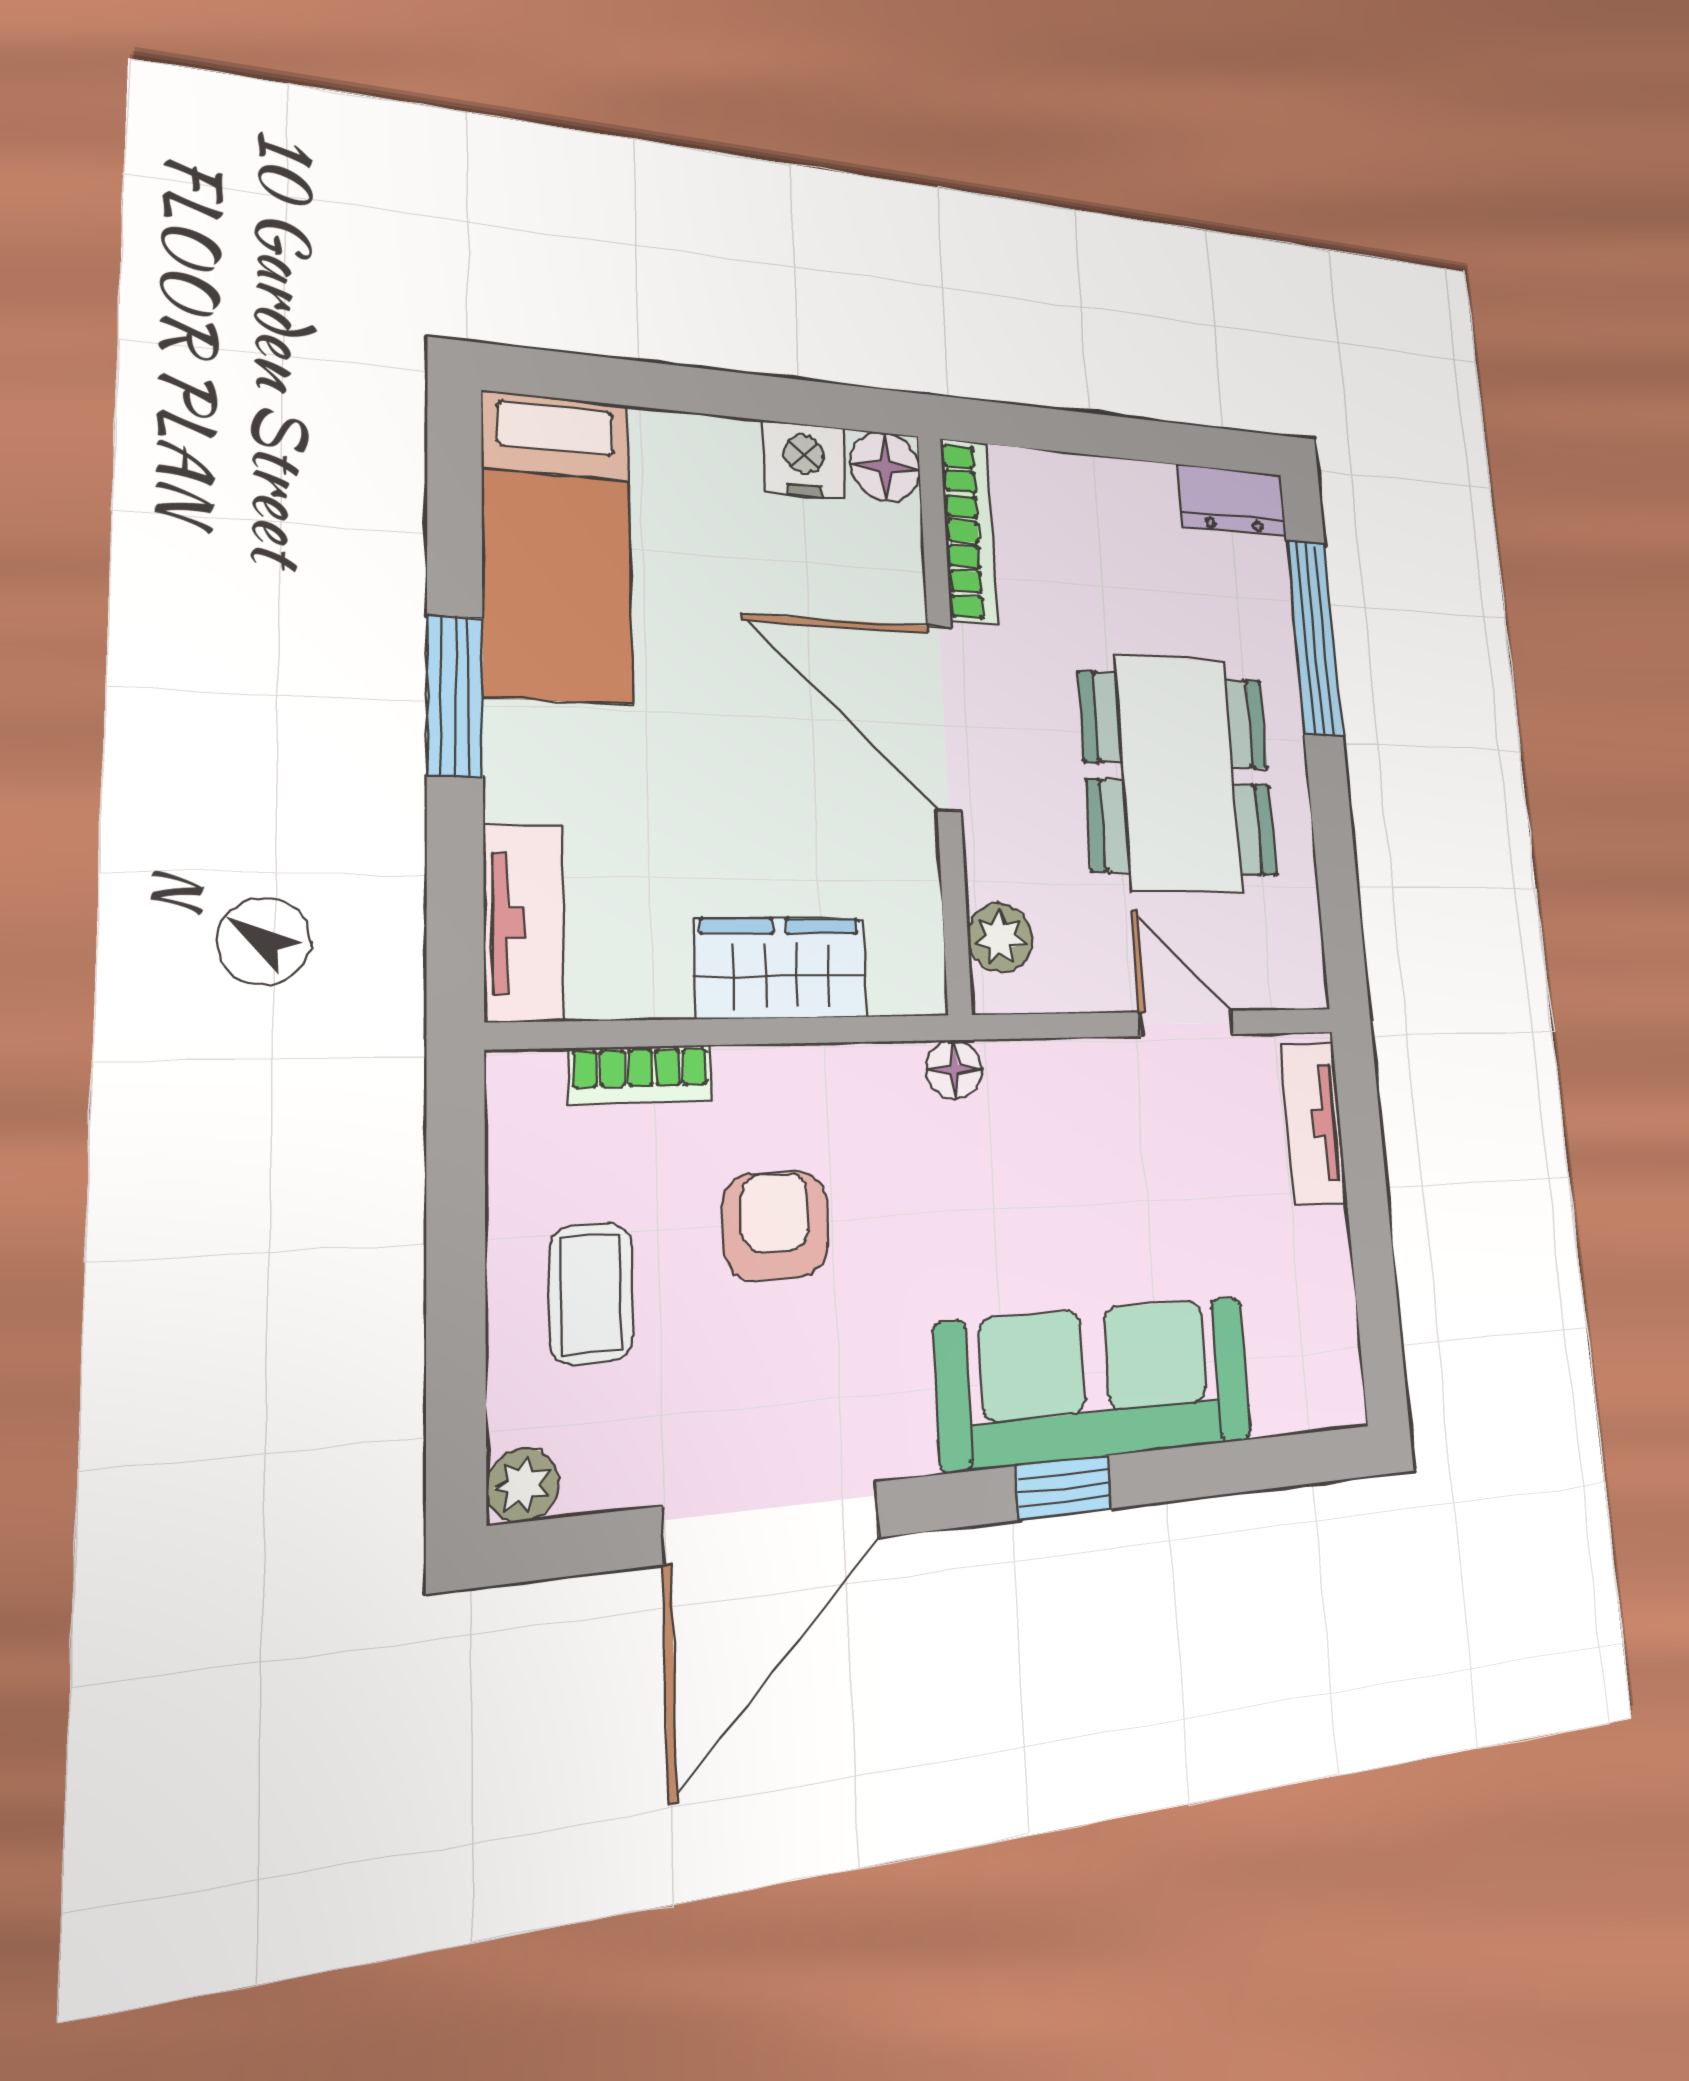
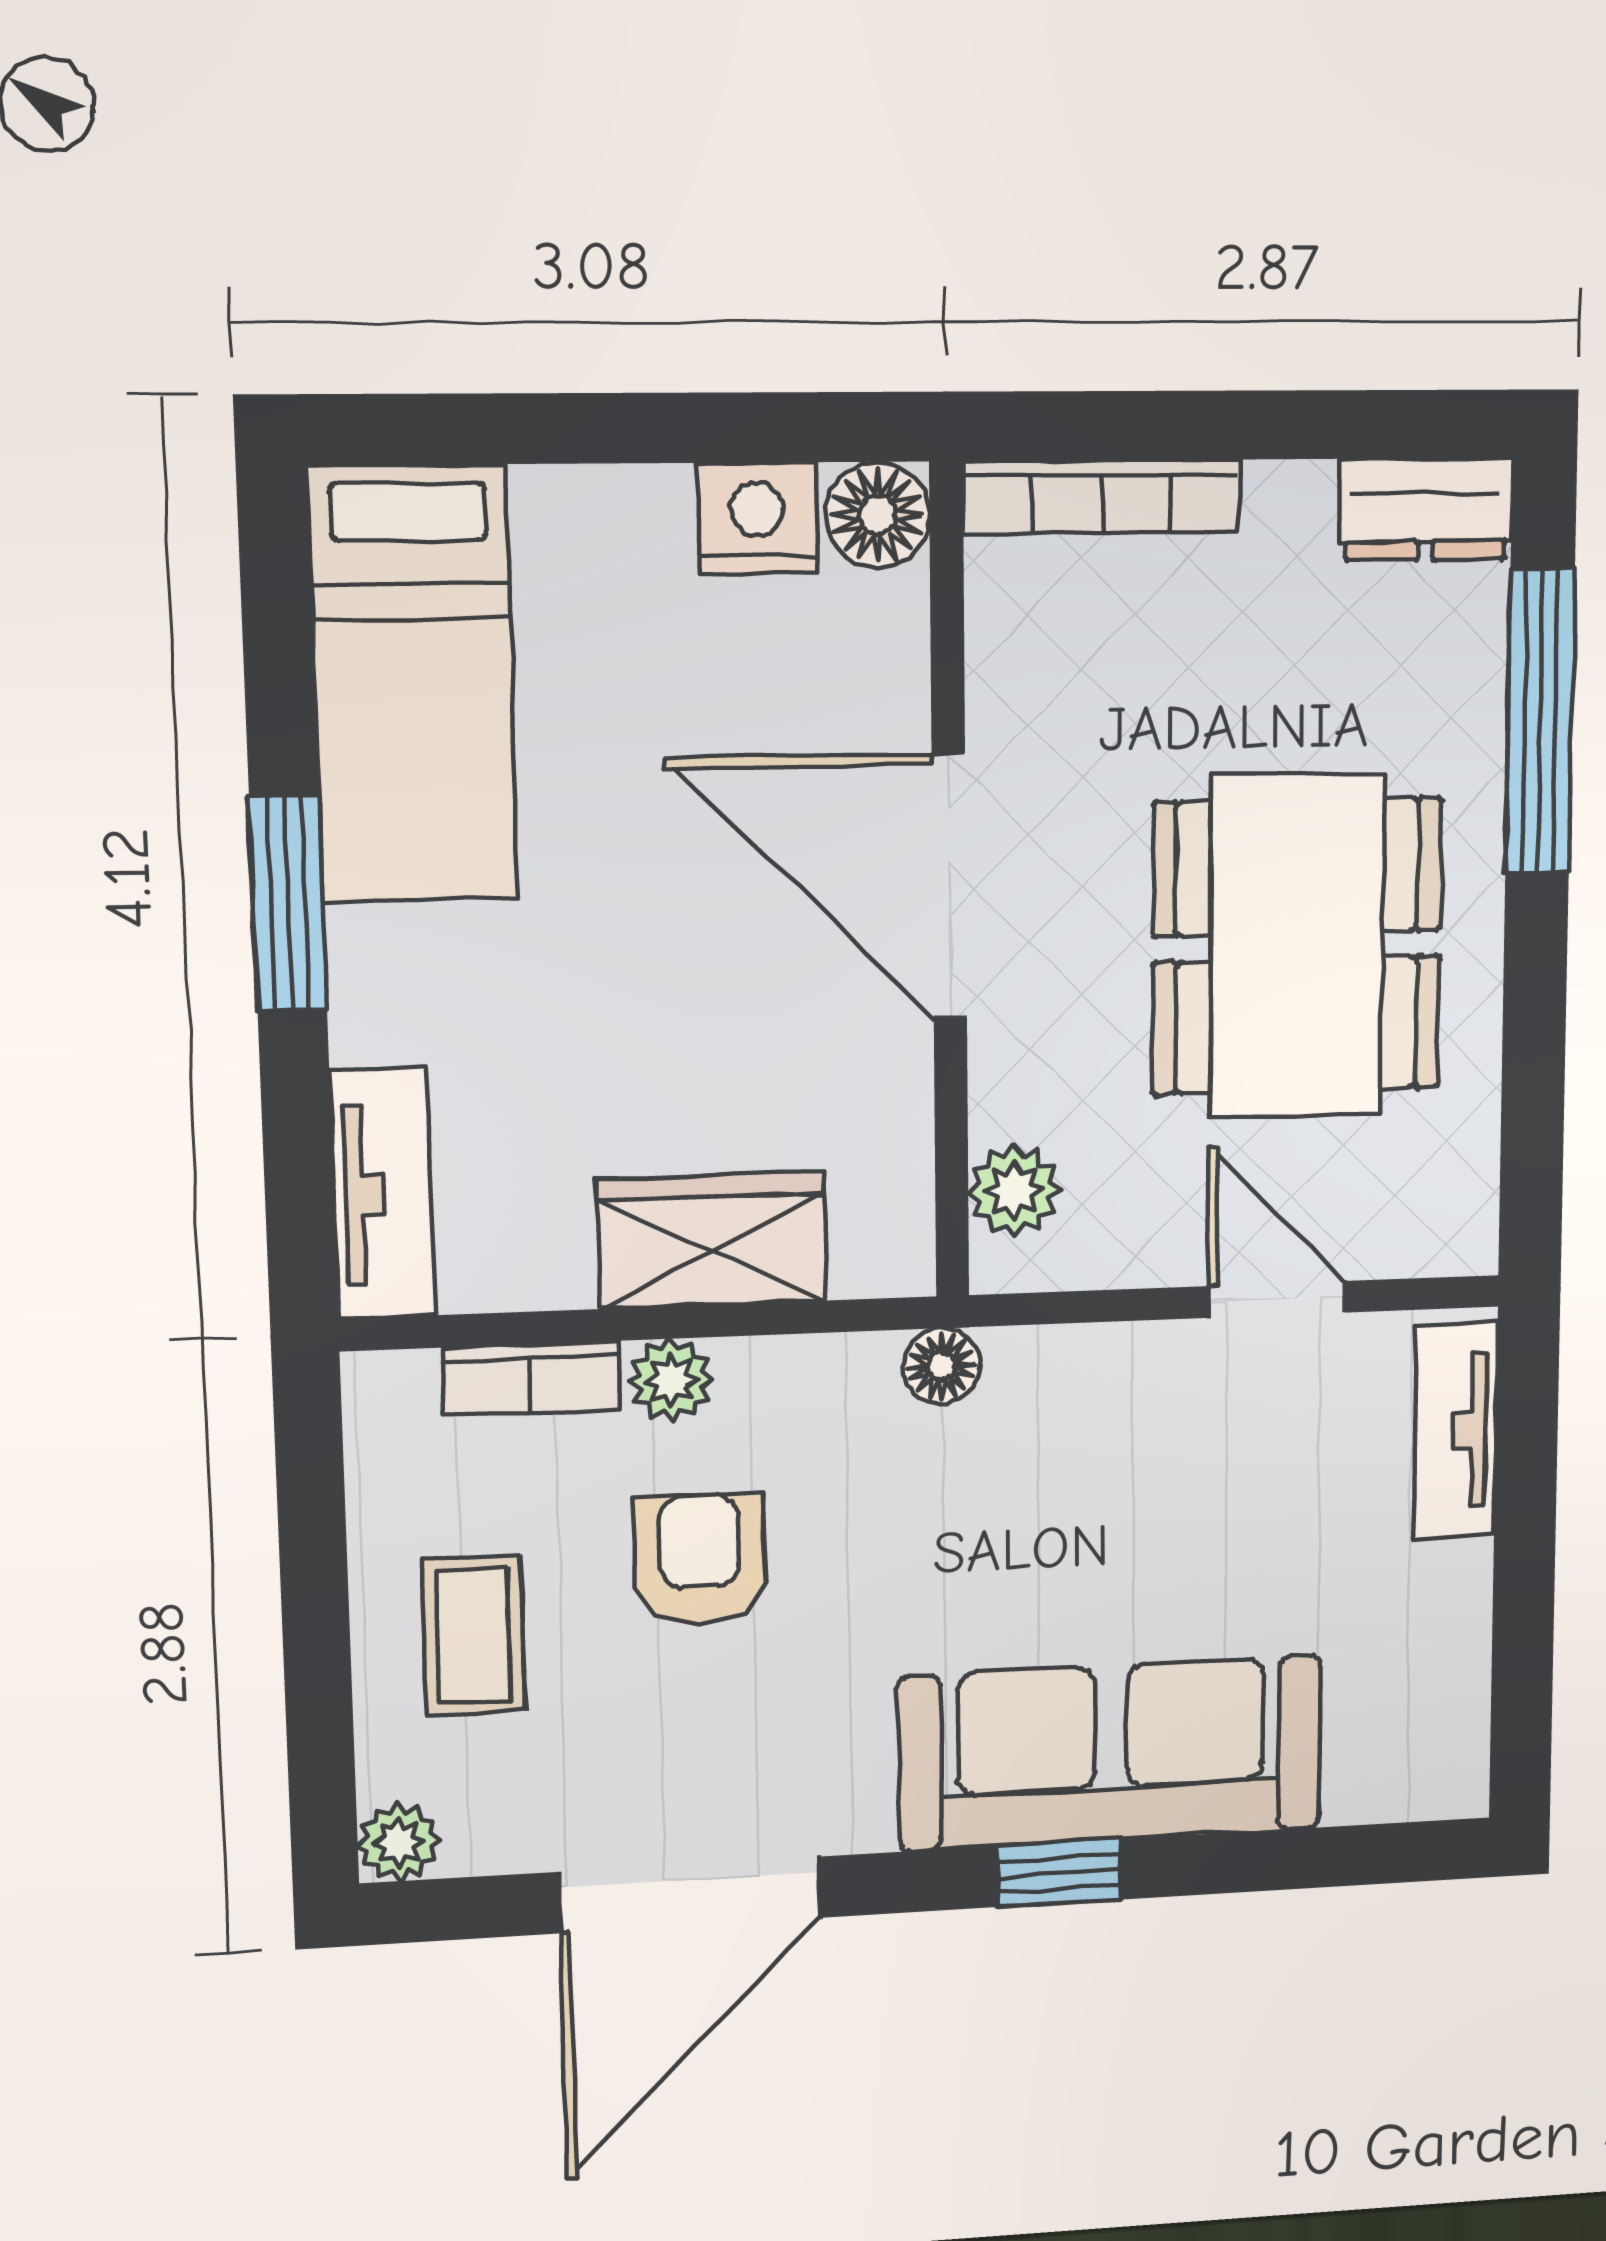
bookcase: (969, 532) -> (1102, 497), moved, turned 90
plant: (751, 1078) -> (671, 1380), added

